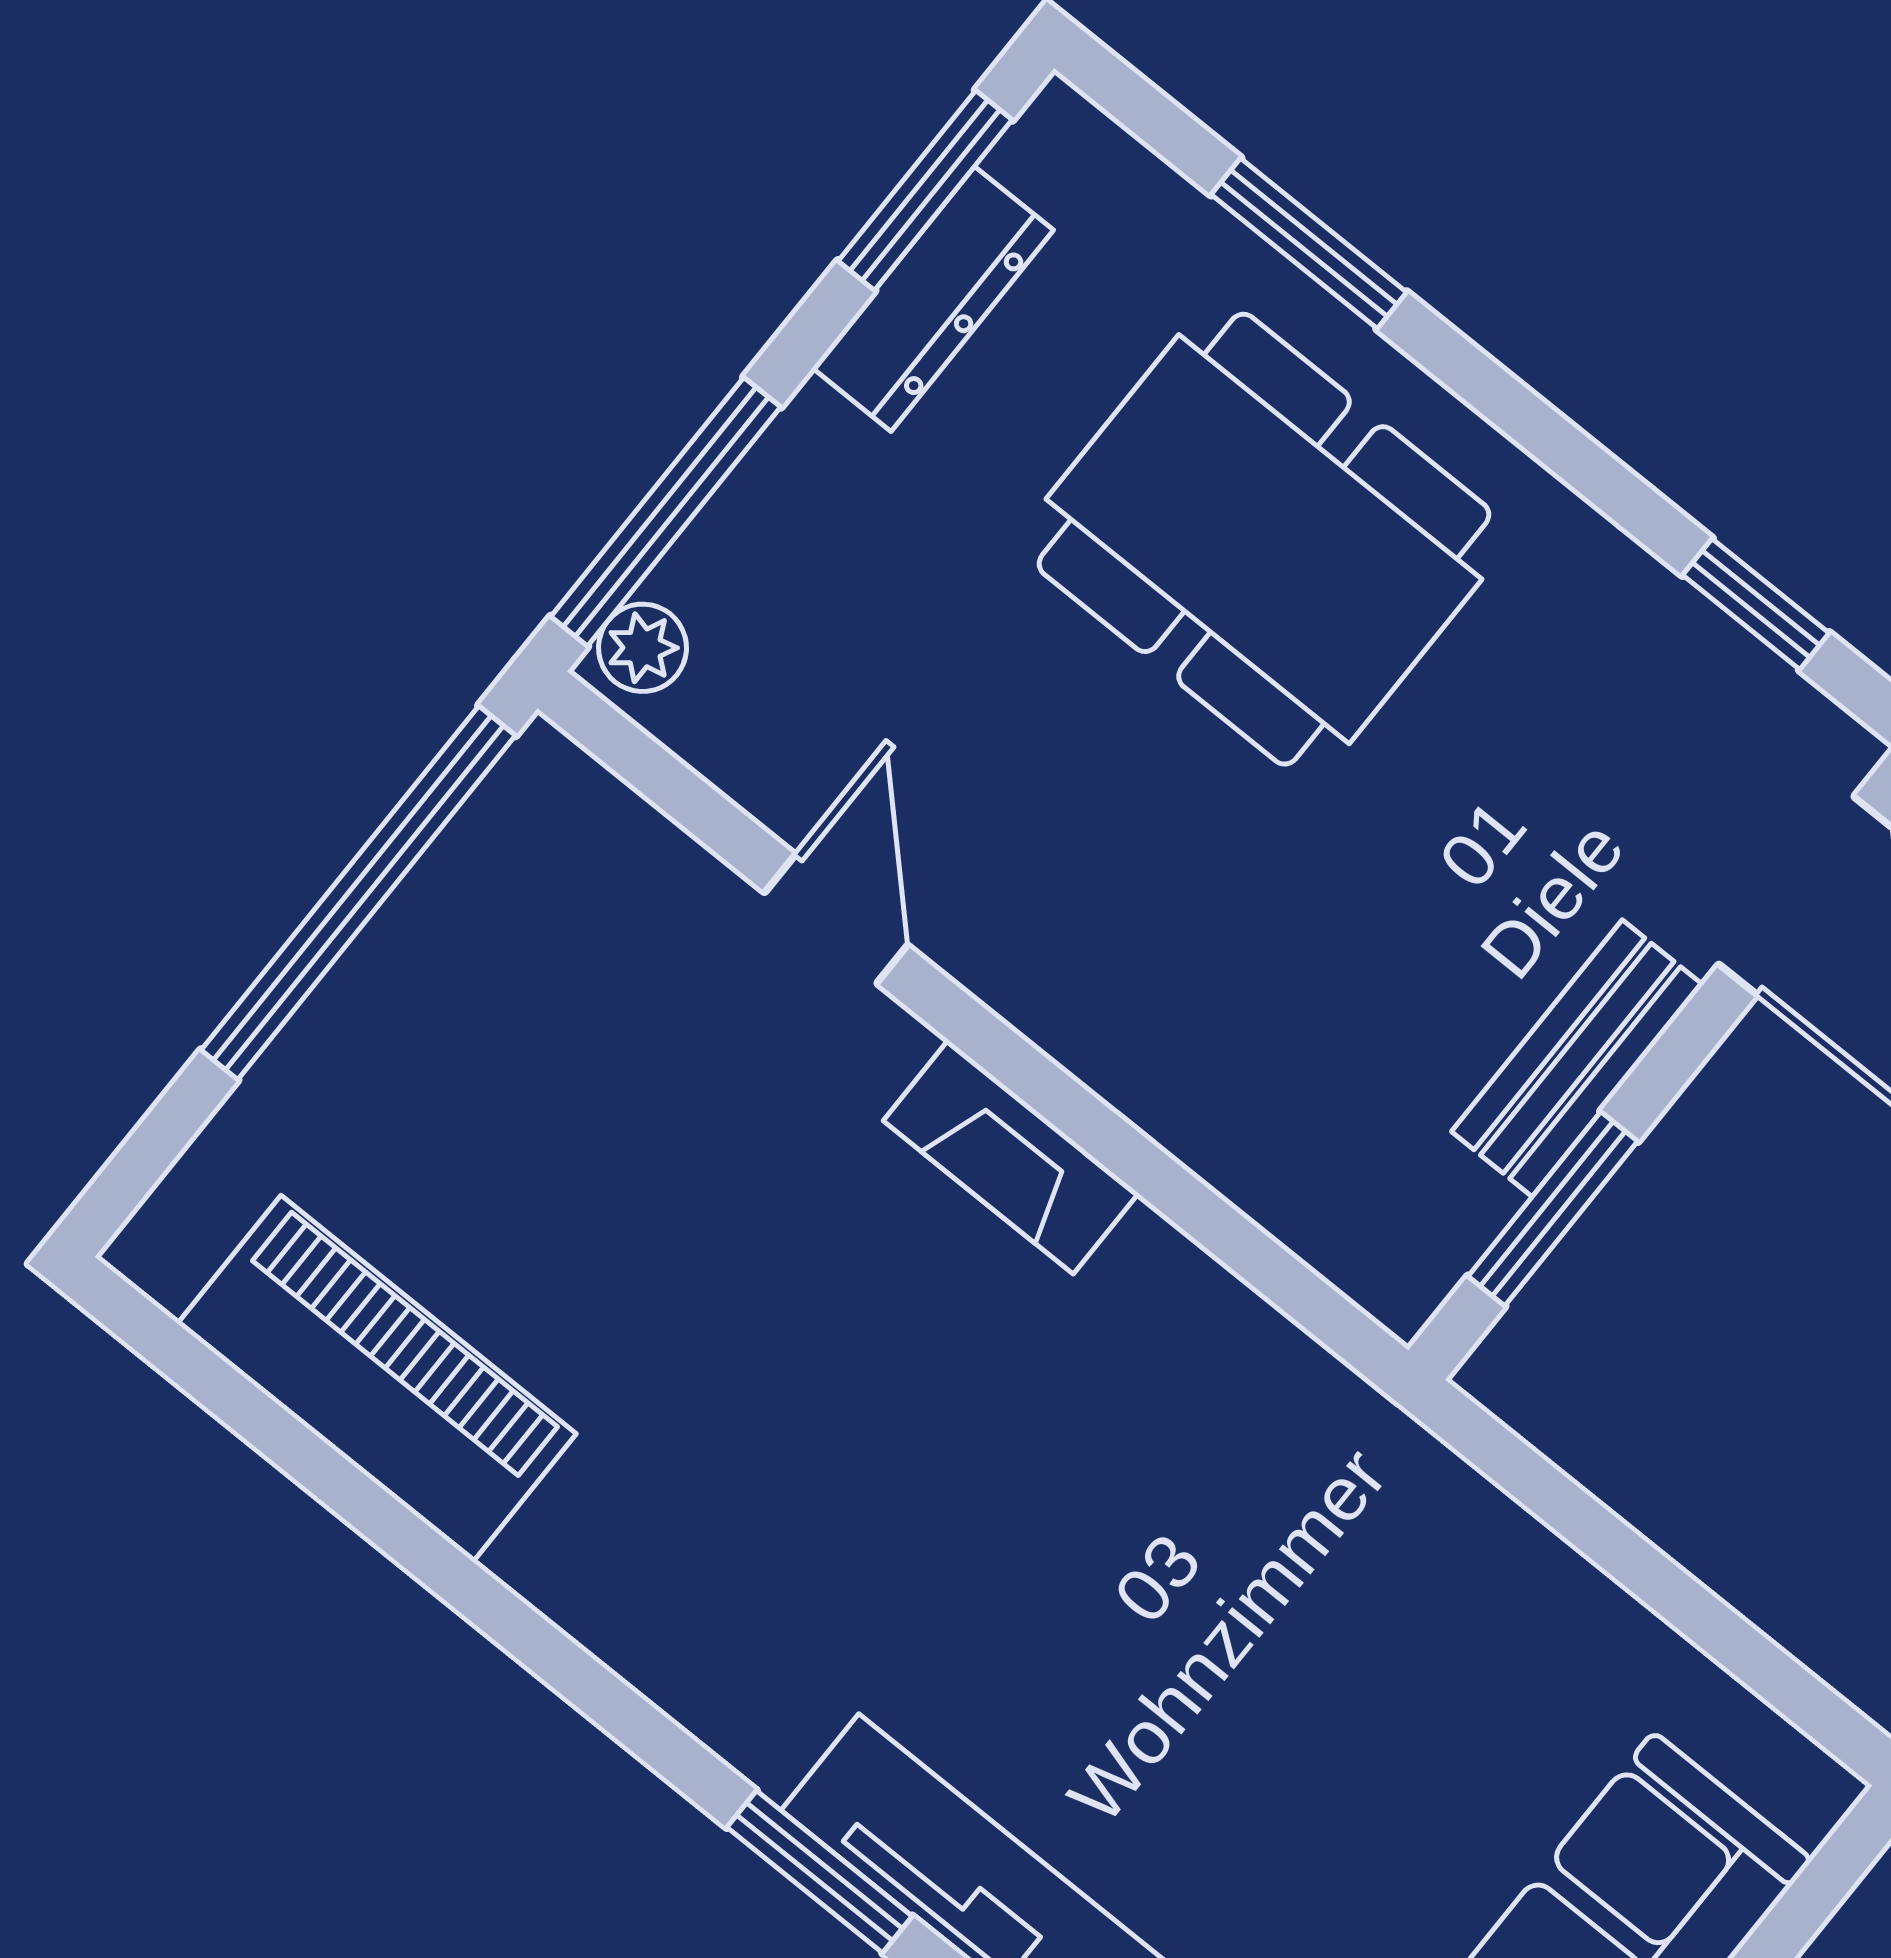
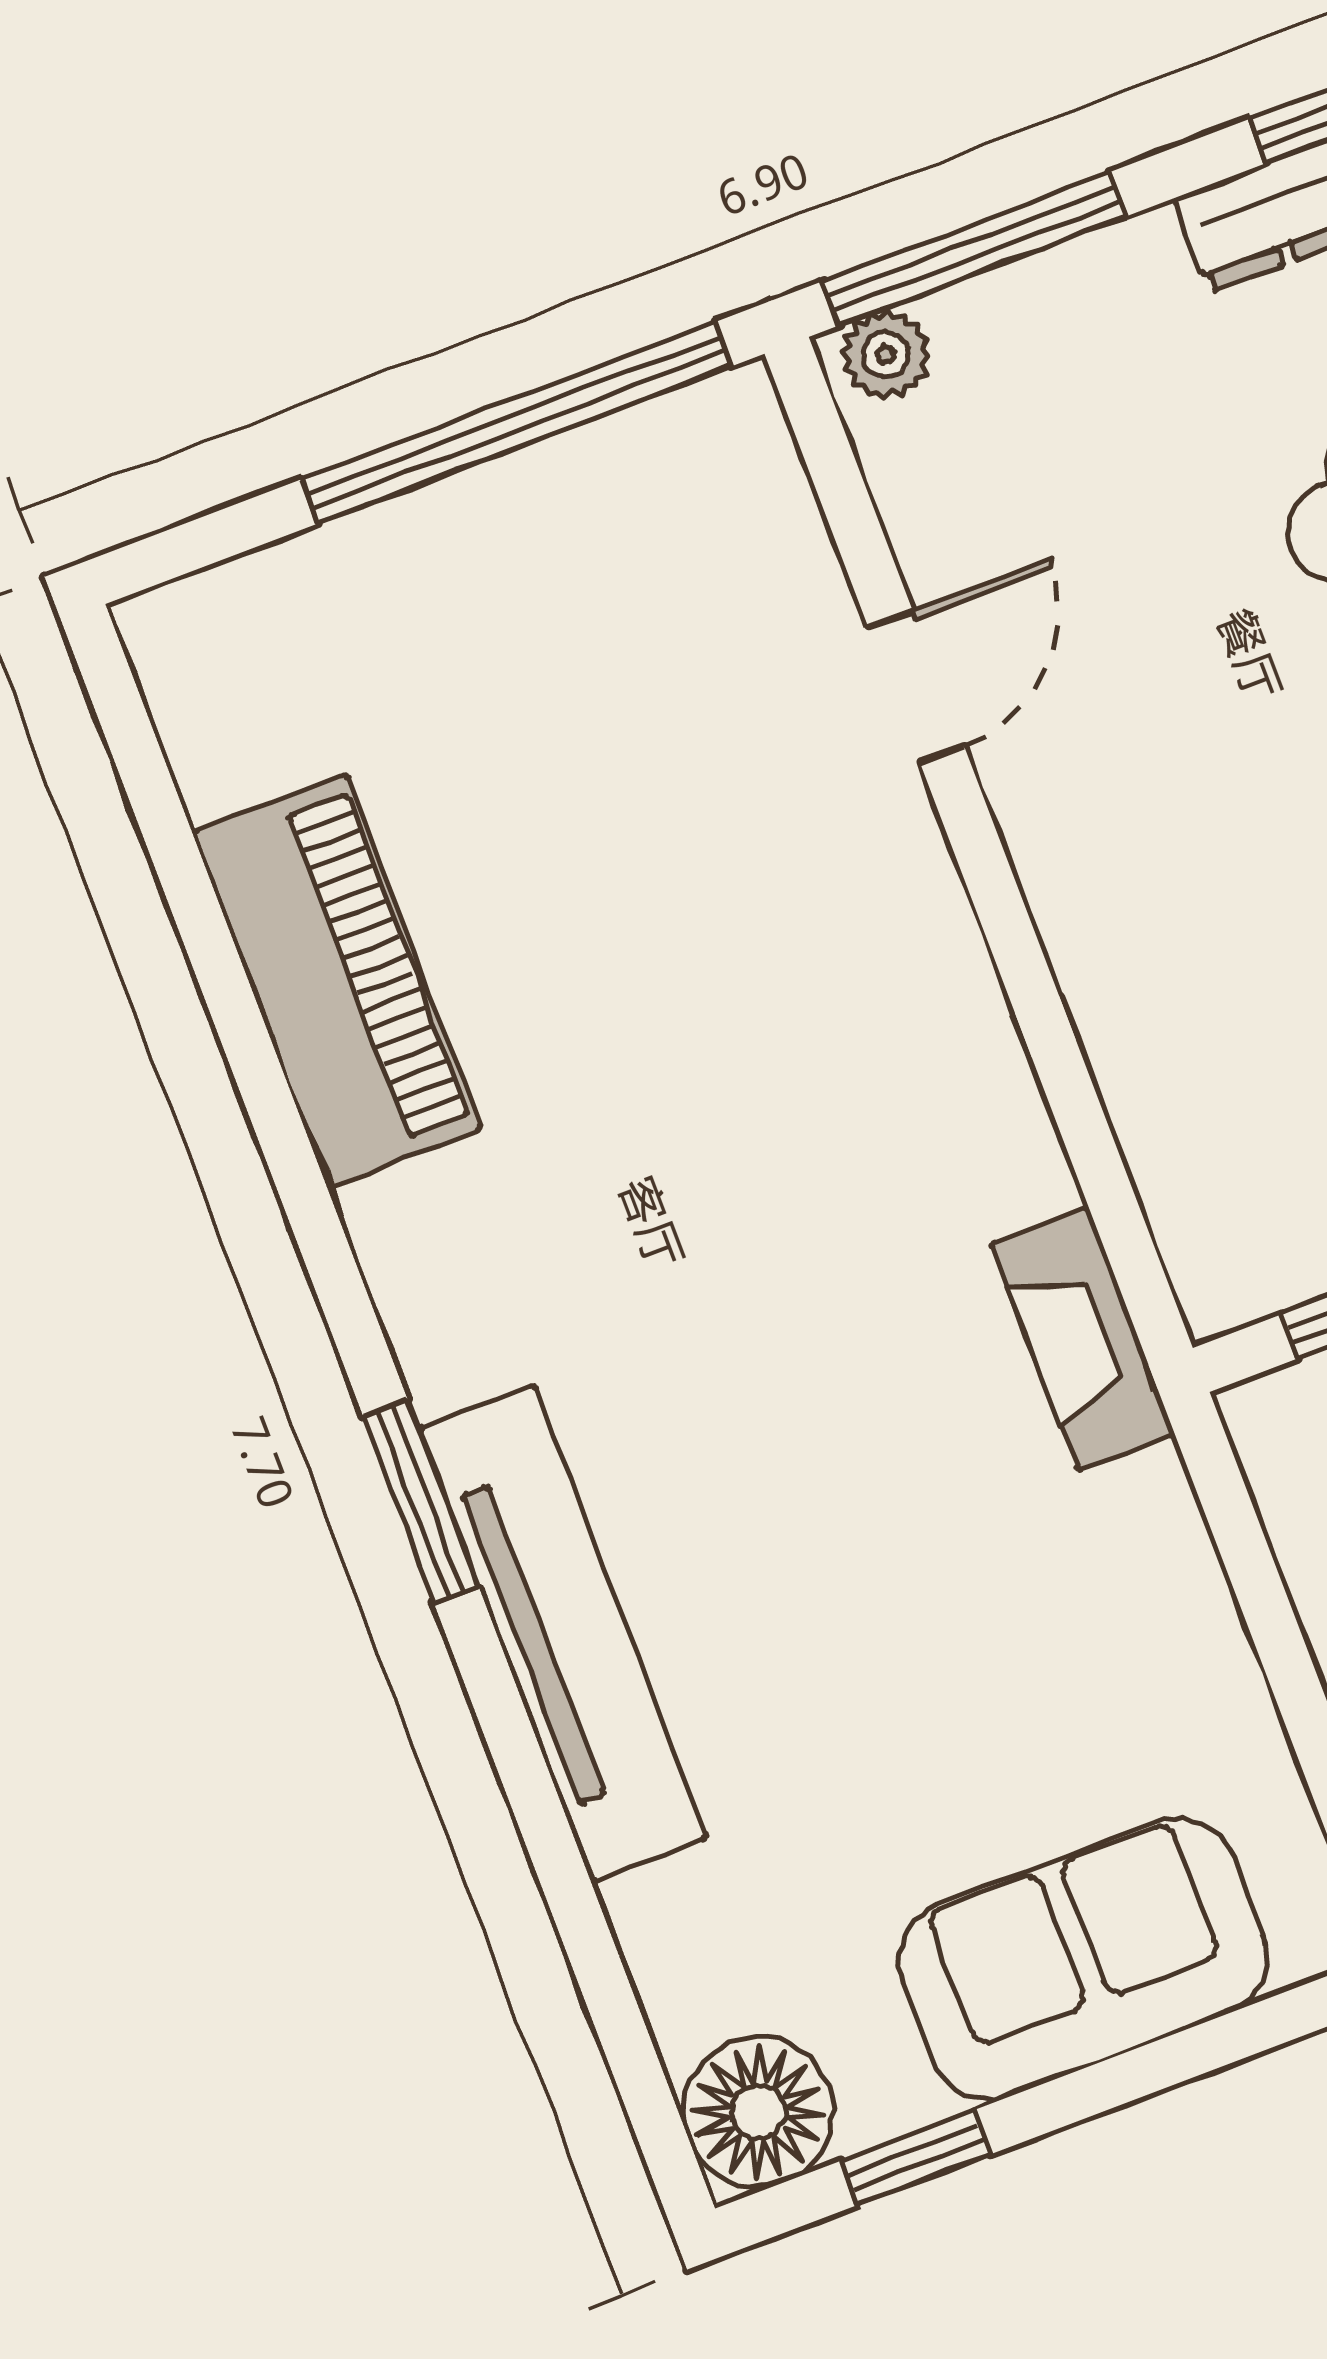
fireplace: (1011, 1157) -> (1083, 1339), moved
piano: (377, 1379) -> (337, 981), moved

